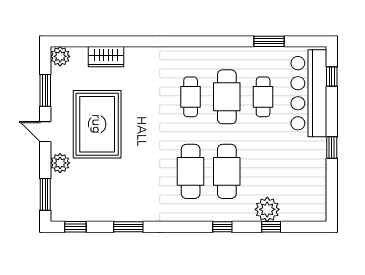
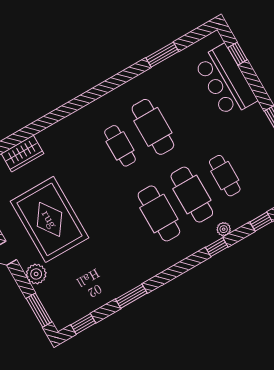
bar counter: (309, 93) -> (226, 81), width x0.73
cafe table: (263, 97) -> (225, 176), moved
plant: (267, 209) -> (224, 229), moved, width x0.53, depth x0.53

